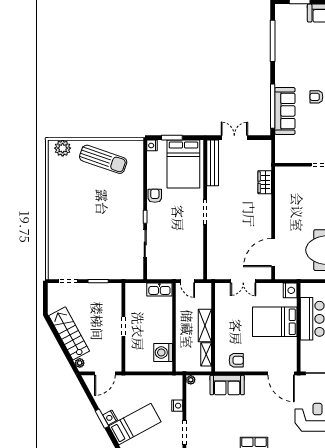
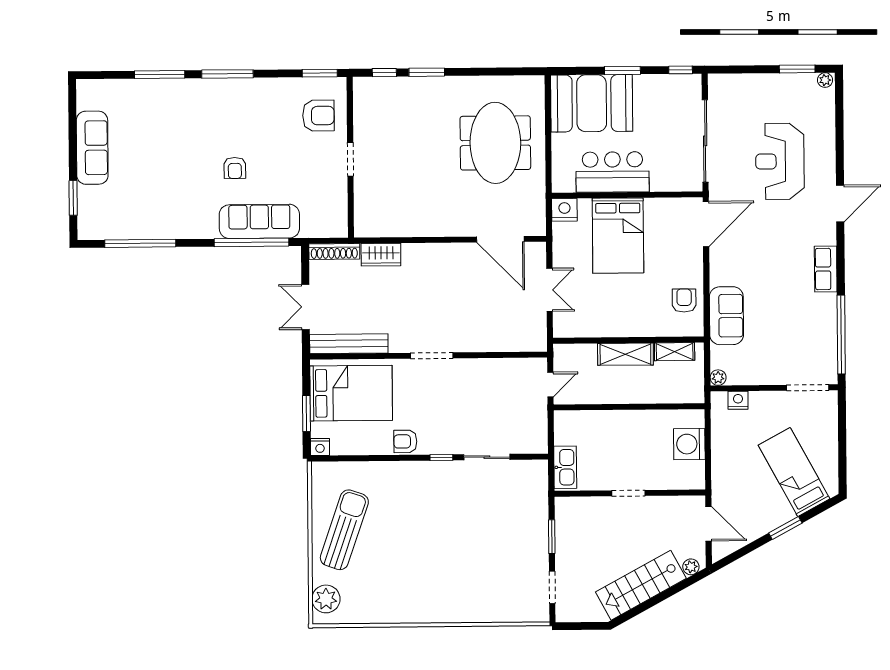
shoe rack: (267, 155) -> (334, 251), added
kitchen sink: (159, 290) -> (565, 467), moved
washing machine: (163, 353) -> (689, 444), moved, turned 90
nightstand: (177, 406) -> (738, 400), moved
nightstand: (110, 417) -> (783, 514), removed

